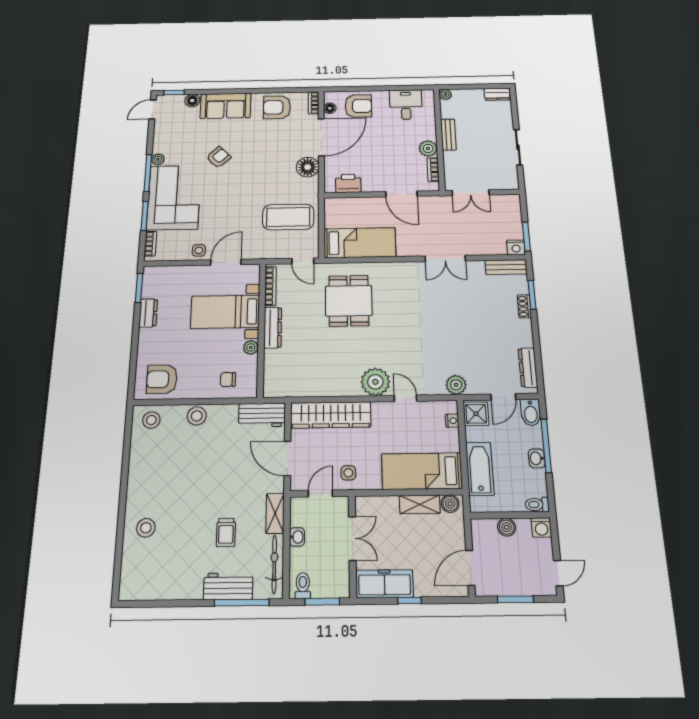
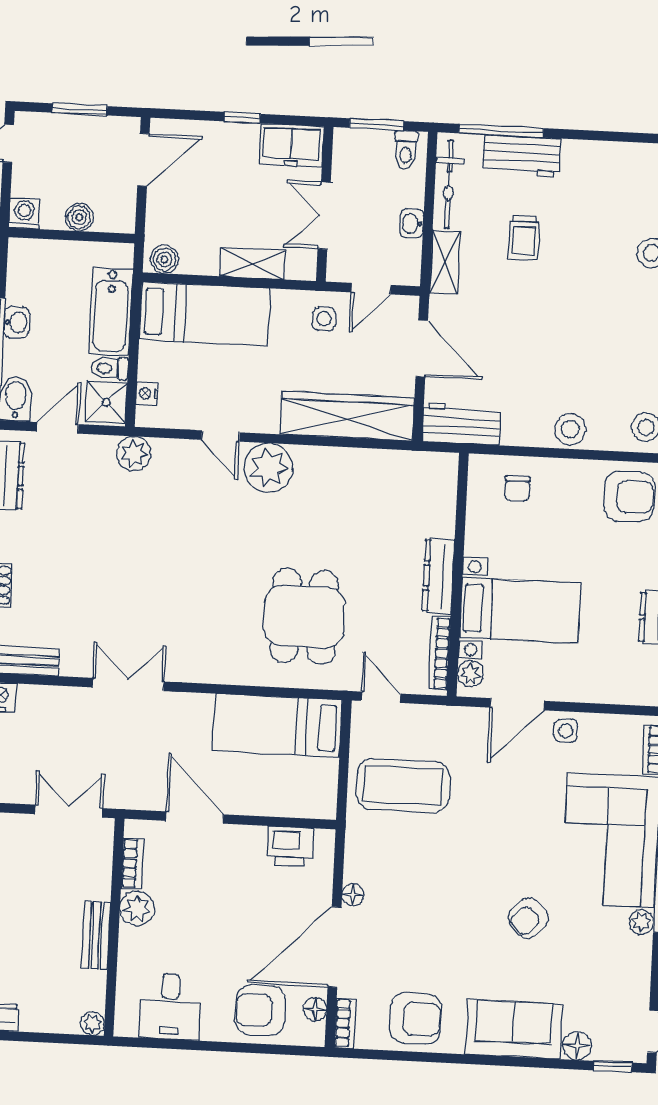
floor lamp: (308, 167) -> (353, 895), width x0.53, depth x0.53
plant: (251, 347) -> (470, 674), moved
chair: (228, 380) -> (517, 488), turned 90
shelving: (420, 504) -> (252, 263), moved
toilet: (537, 504) -> (110, 368), moved, turned 180
trolley: (226, 532) -> (524, 238), turned 180
freezer: (384, 584) -> (291, 145), width x0.71

